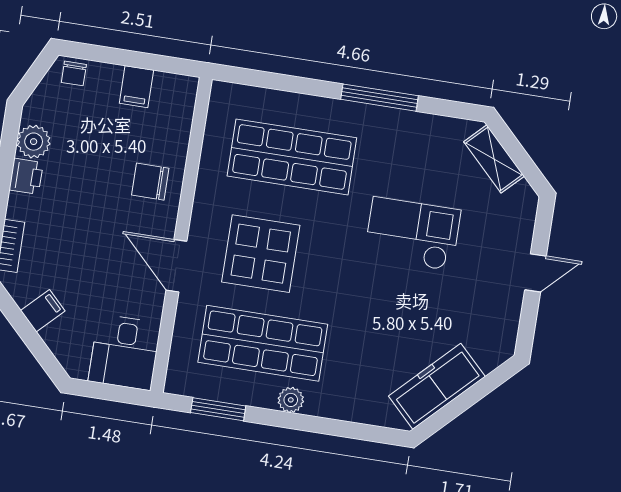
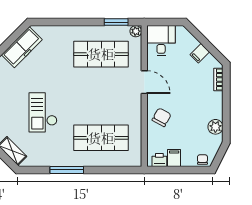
printer: (26, 176) -> (159, 160), moved, turned 90
chair: (150, 182) -> (162, 117), turned -61
checkout: (412, 234) -> (43, 112), turned 90
display table: (261, 254) -> (108, 93), removed
plant: (291, 400) -> (136, 31), moved

